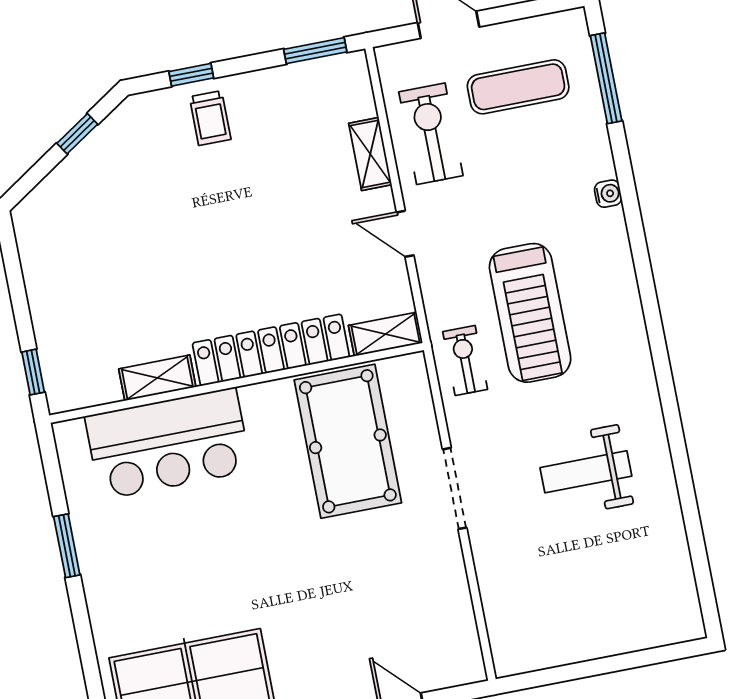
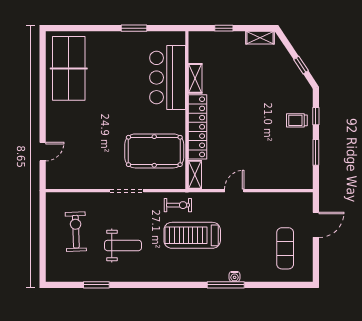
window: (315, 51) -> (316, 152), moved
window: (606, 78) -> (226, 285), moved
exercise bike: (431, 134) -> (76, 232), moved, turned -92
shelving: (370, 154) -> (260, 38), moved
window: (33, 372) -> (224, 28), moved
weight bench: (586, 472) -> (123, 245), turned 90
window: (691, 517) -> (96, 285), added

